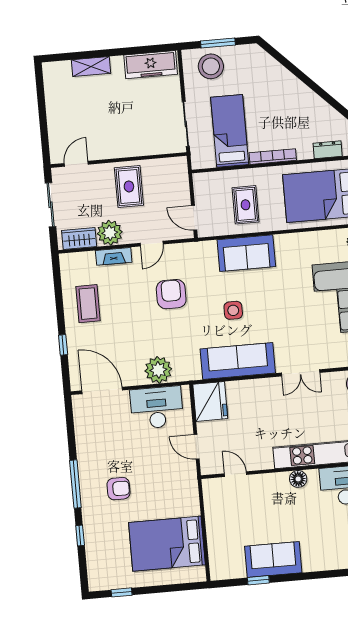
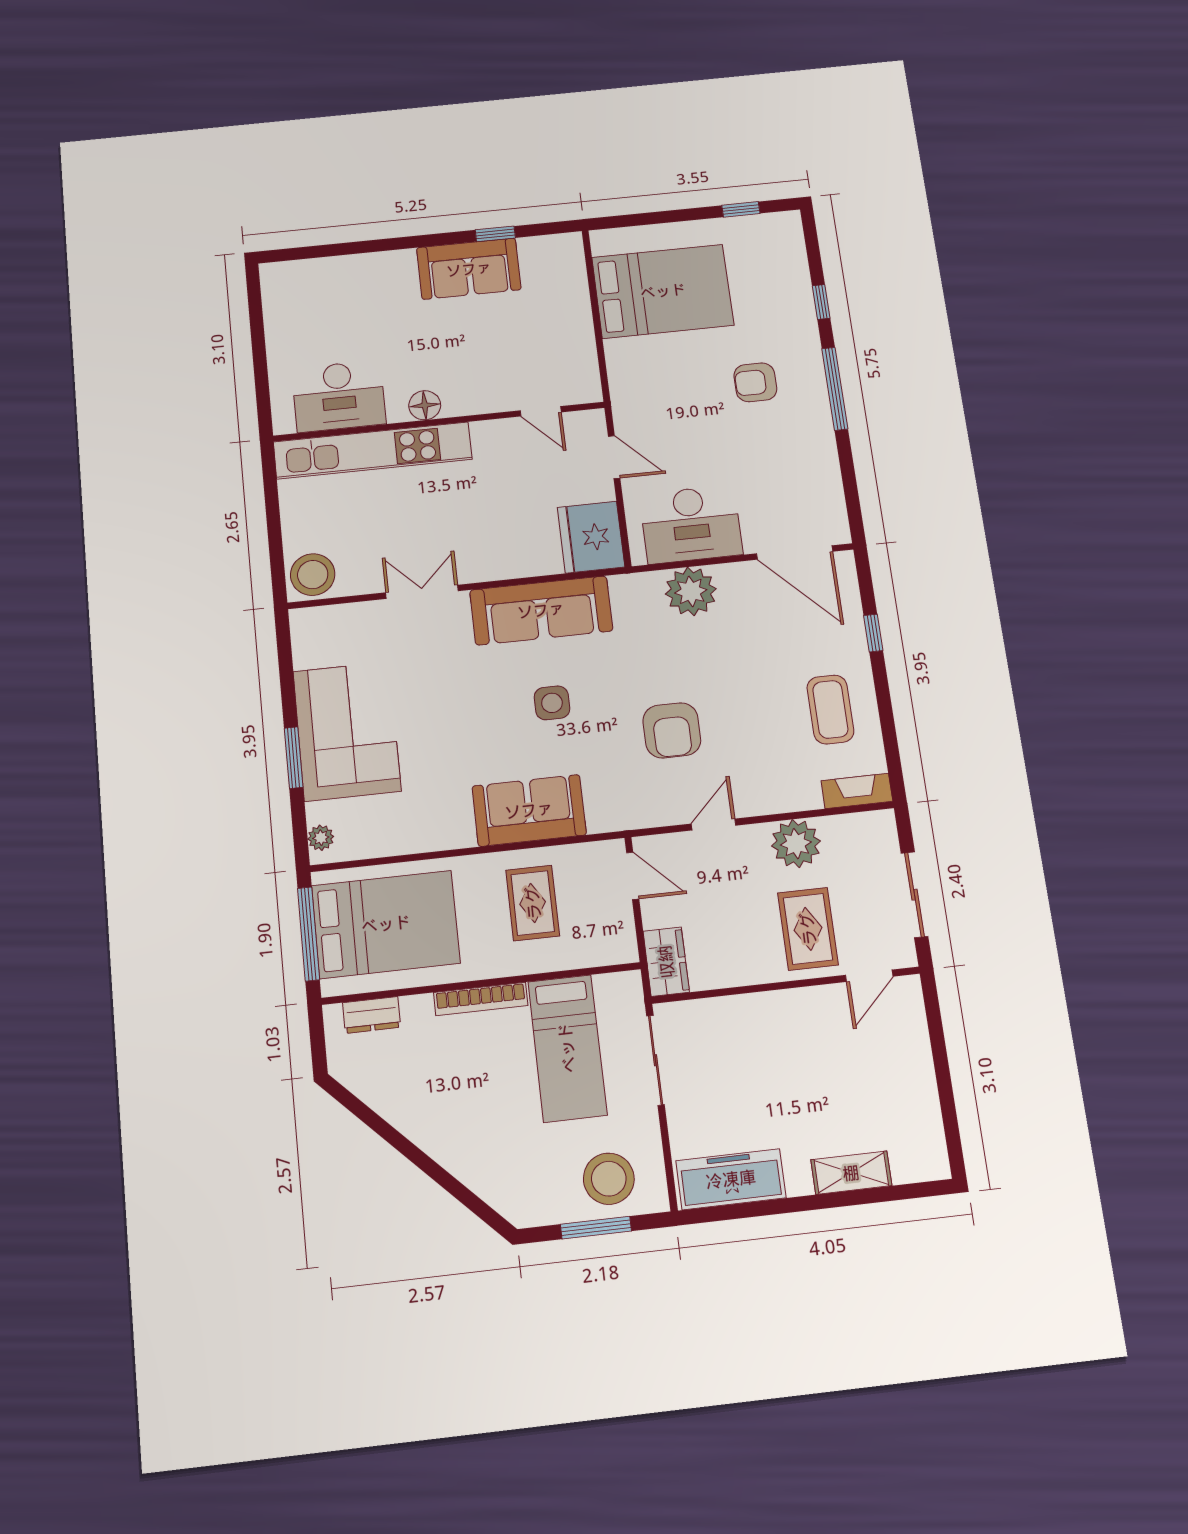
rug: (129, 186) -> (808, 929), moved
wardrobe: (79, 239) -> (666, 962), moved, turned -90
fireplace: (114, 256) -> (857, 791), moved

